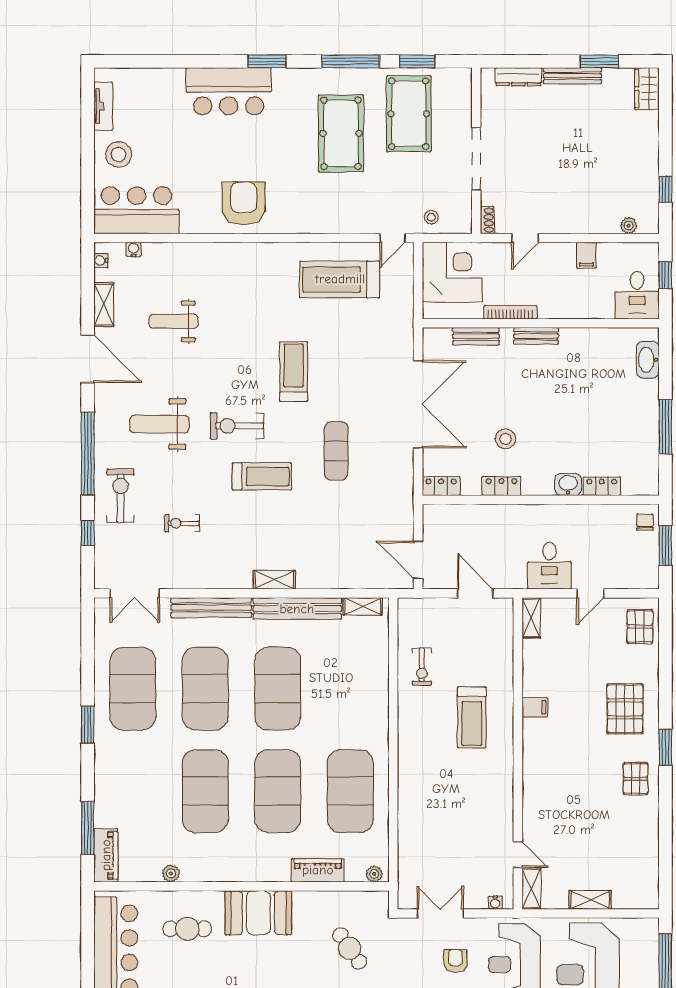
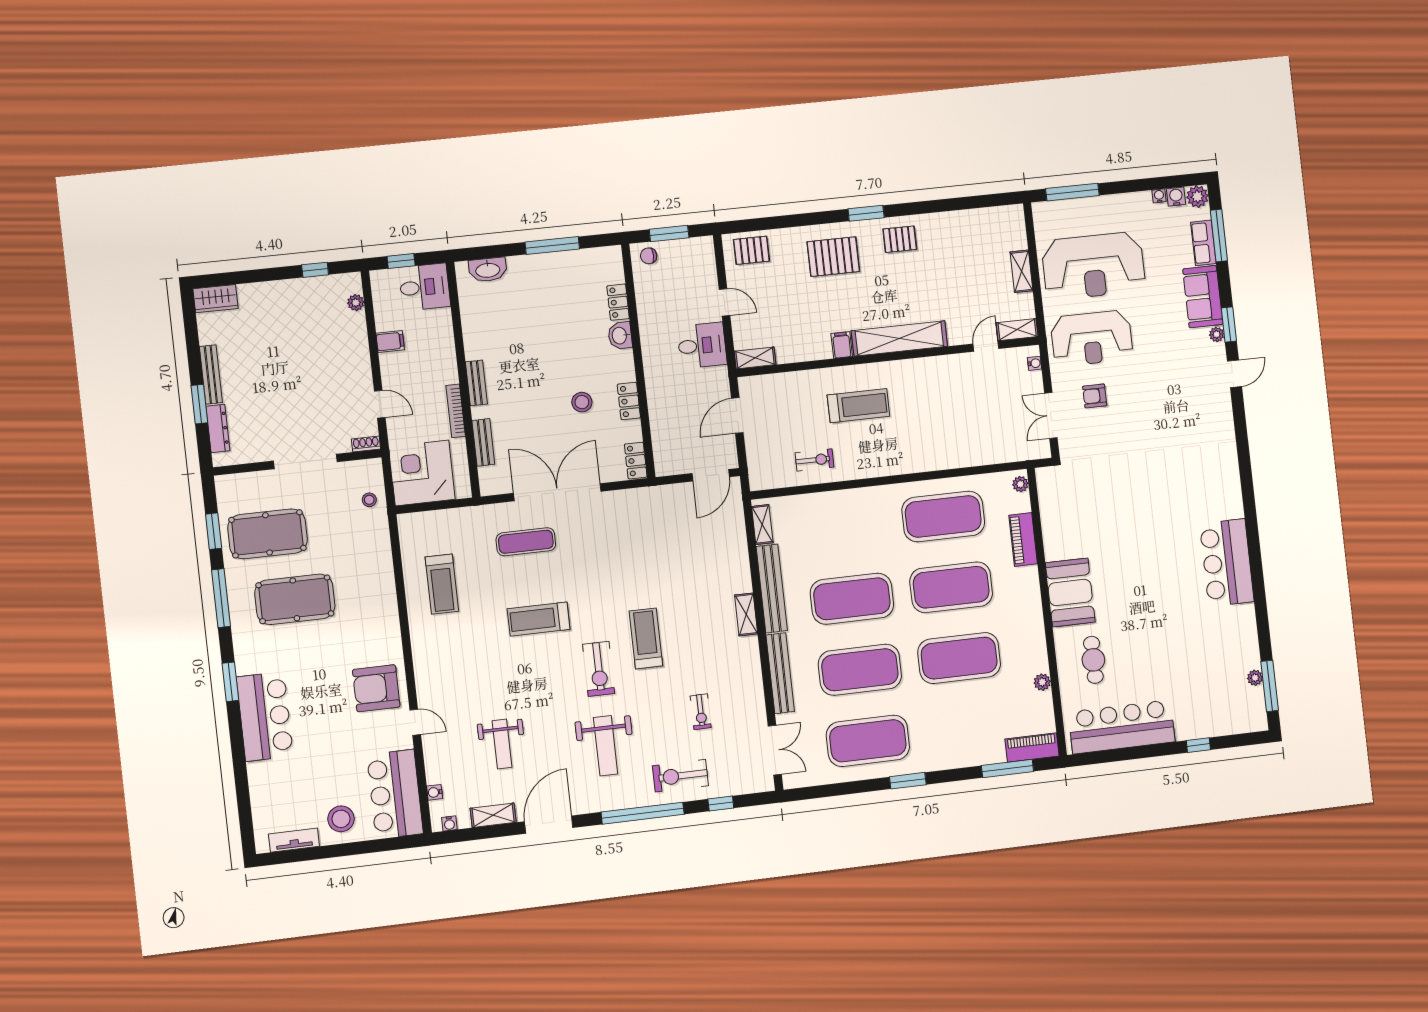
window: (599, 61) -> (199, 404), moved
door: (393, 238) -> (415, 722), moved
treadmill: (340, 279) -> (442, 584), width x0.73, depth x0.73
exercise mat: (336, 451) -> (526, 542), moved
shelving: (535, 767) -> (899, 338), added
cafe table: (350, 948) -> (1094, 500), removed

